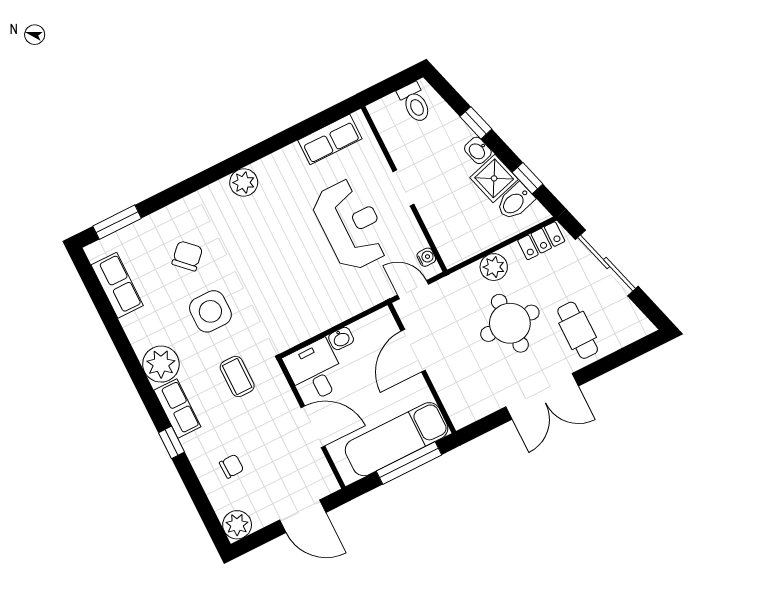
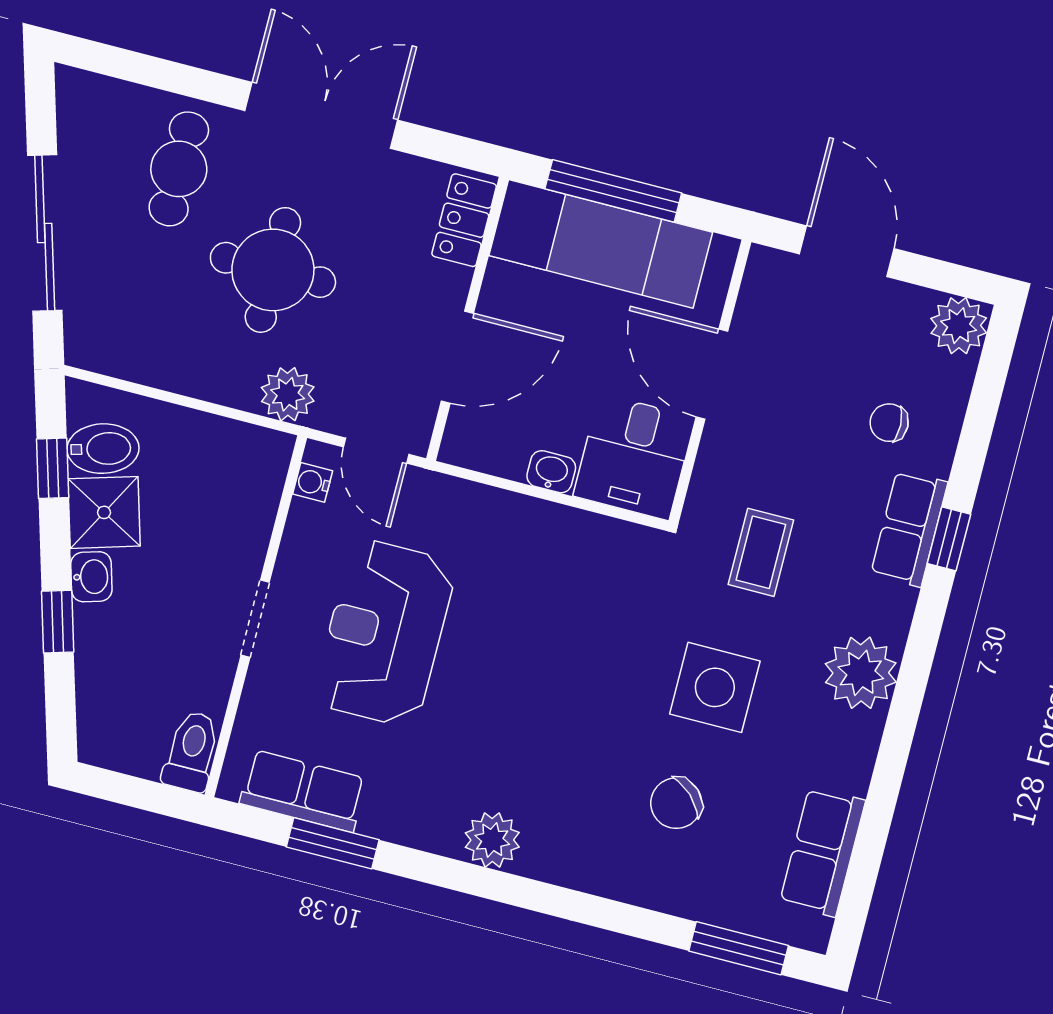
toilet: (415, 103) -> (191, 751), moved
window: (302, 130) -> (333, 843), added
locker: (541, 241) -> (464, 220), moved, turned -90
plant: (494, 267) -> (288, 394), moved
row of seats: (177, 409) -> (909, 528), moved

